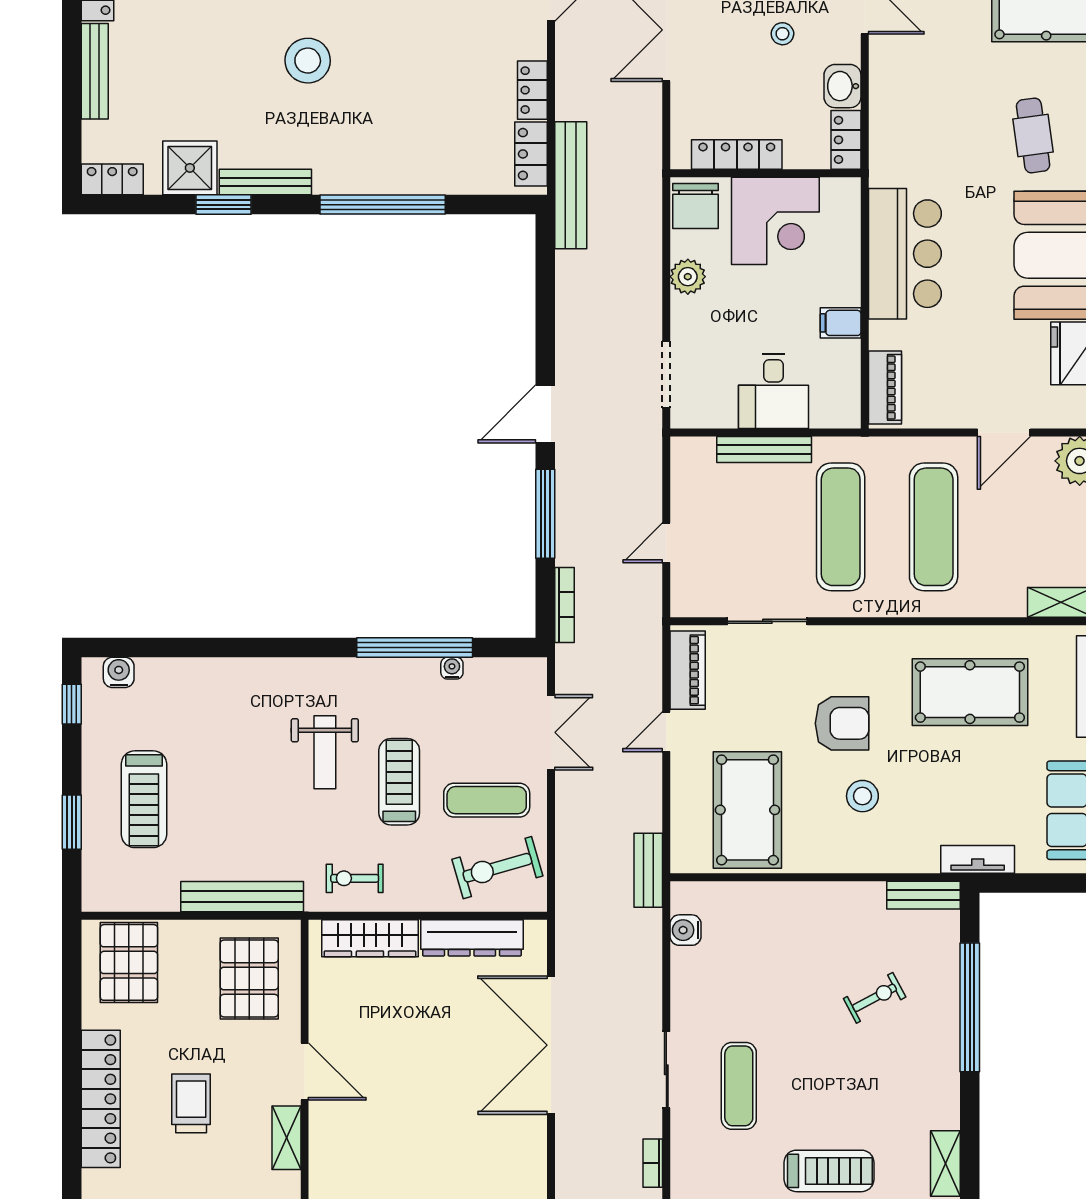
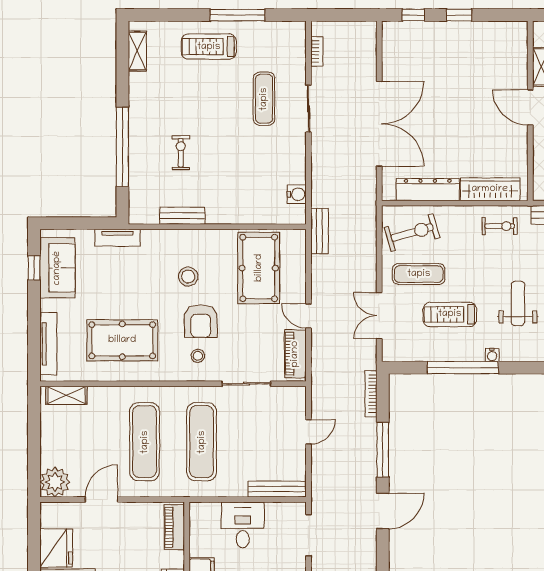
bench: (764, 450) -> (277, 489), moved
stool: (847, 667) -> (198, 356), added
water cooler: (452, 668) -> (492, 355), moved
armchair: (842, 723) -> (201, 321), turned -90
door: (666, 732) -> (308, 316), swing flipped
treadmill: (399, 782) -> (450, 314), moved, turned 90
bench: (924, 895) -> (182, 216), moved
exercise bike: (875, 998) -> (181, 153), turned 118

